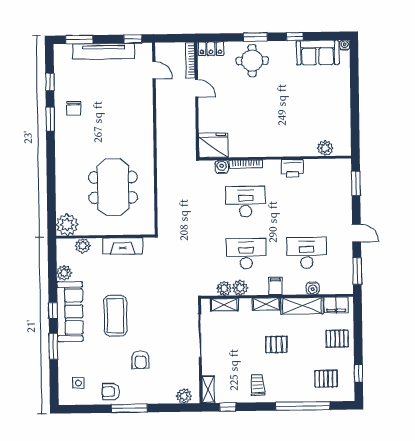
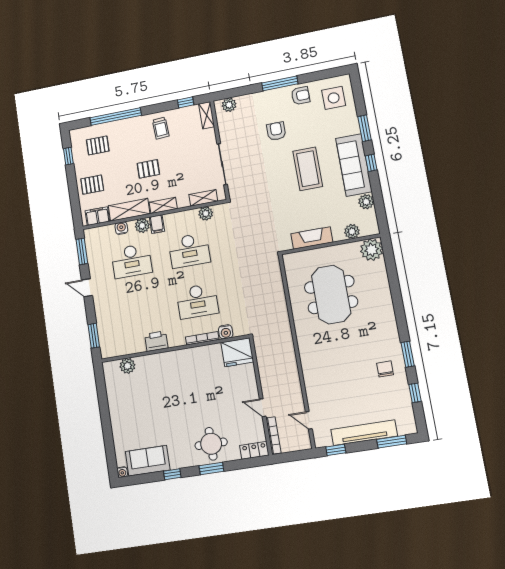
plant: (240, 288) -> (142, 226), moved
side table: (78, 383) -> (334, 98), width x1.87, depth x1.87

